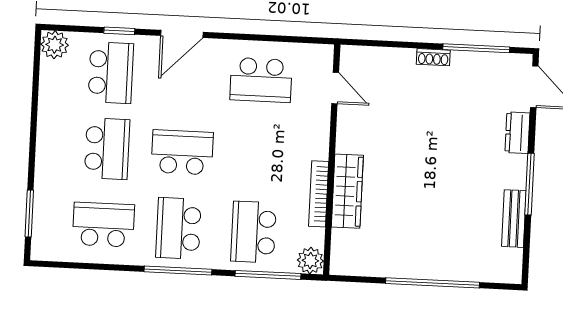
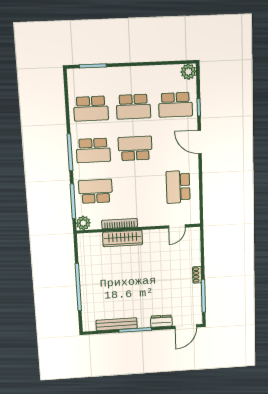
school desk: (182, 152) -> (135, 148), turned -90
bench: (514, 219) -> (117, 324), width x1.36
school desk: (103, 225) -> (91, 109), turned 90
school desk: (178, 228) -> (93, 150), turned 180

